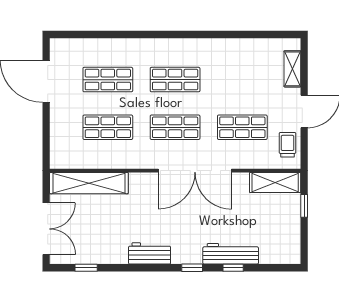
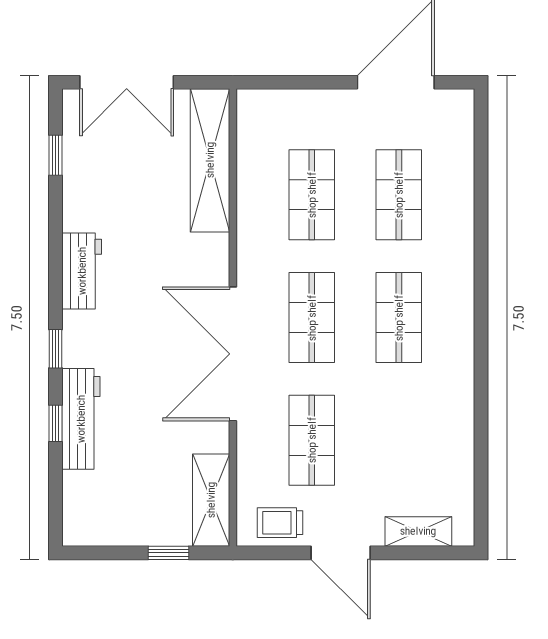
trolley: (287, 145) -> (280, 523), turned 180

